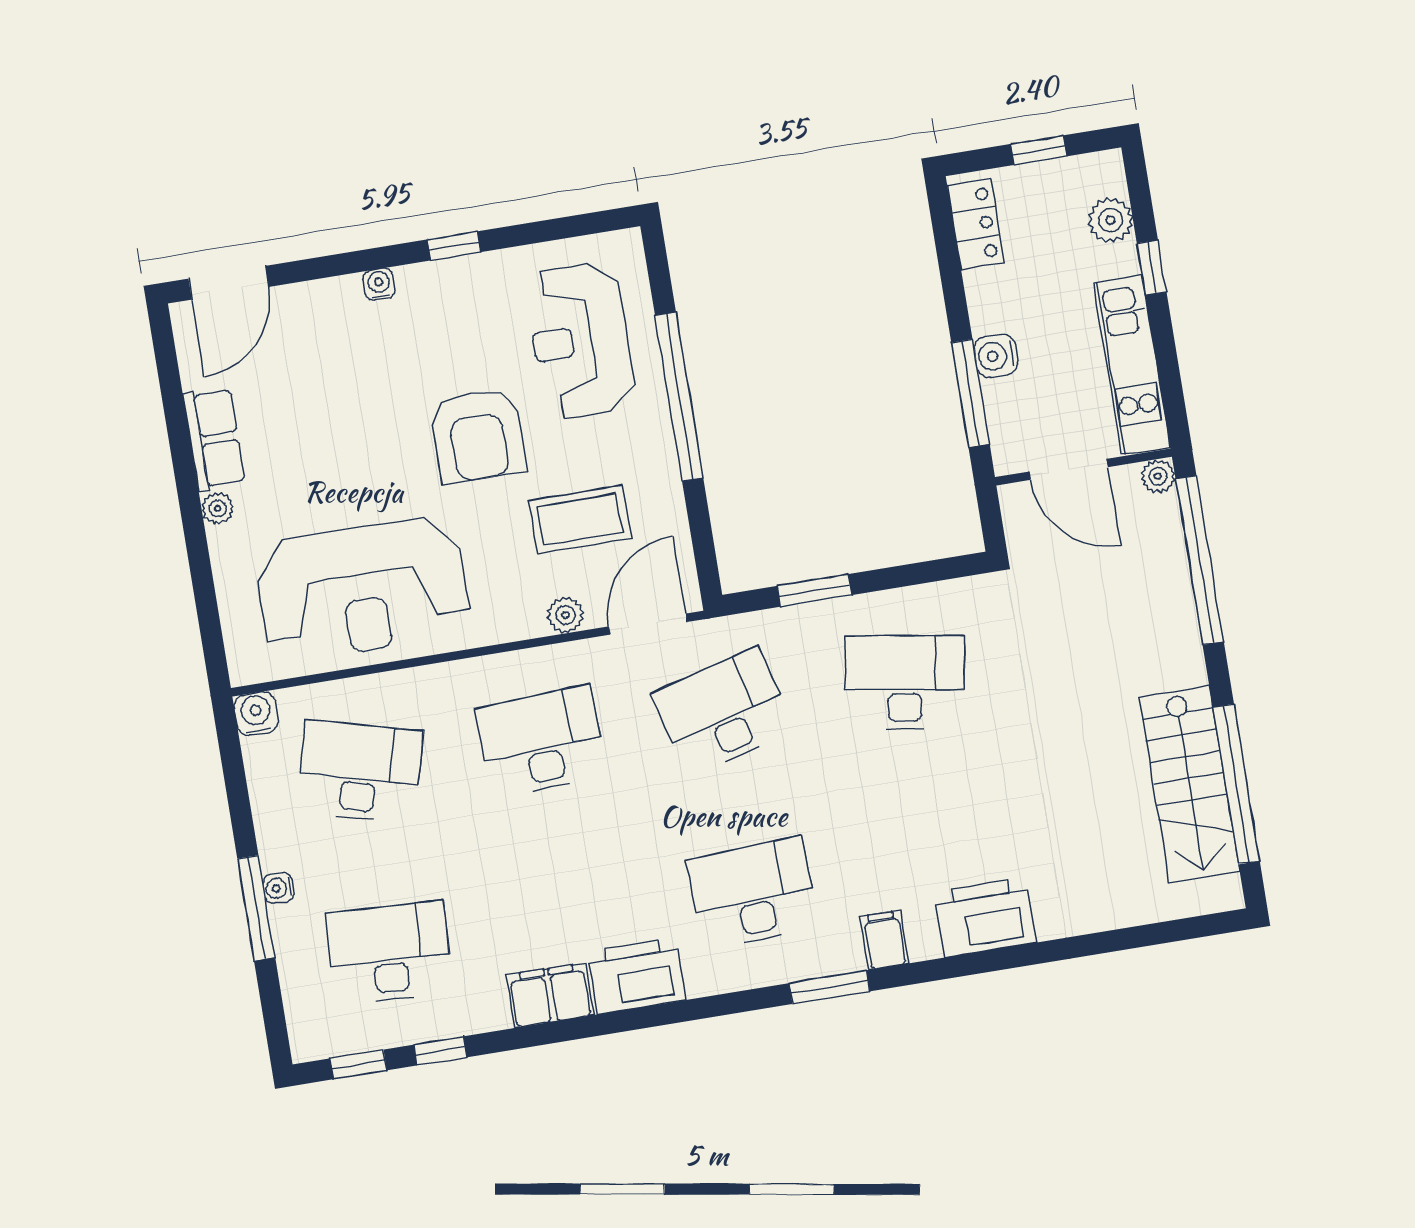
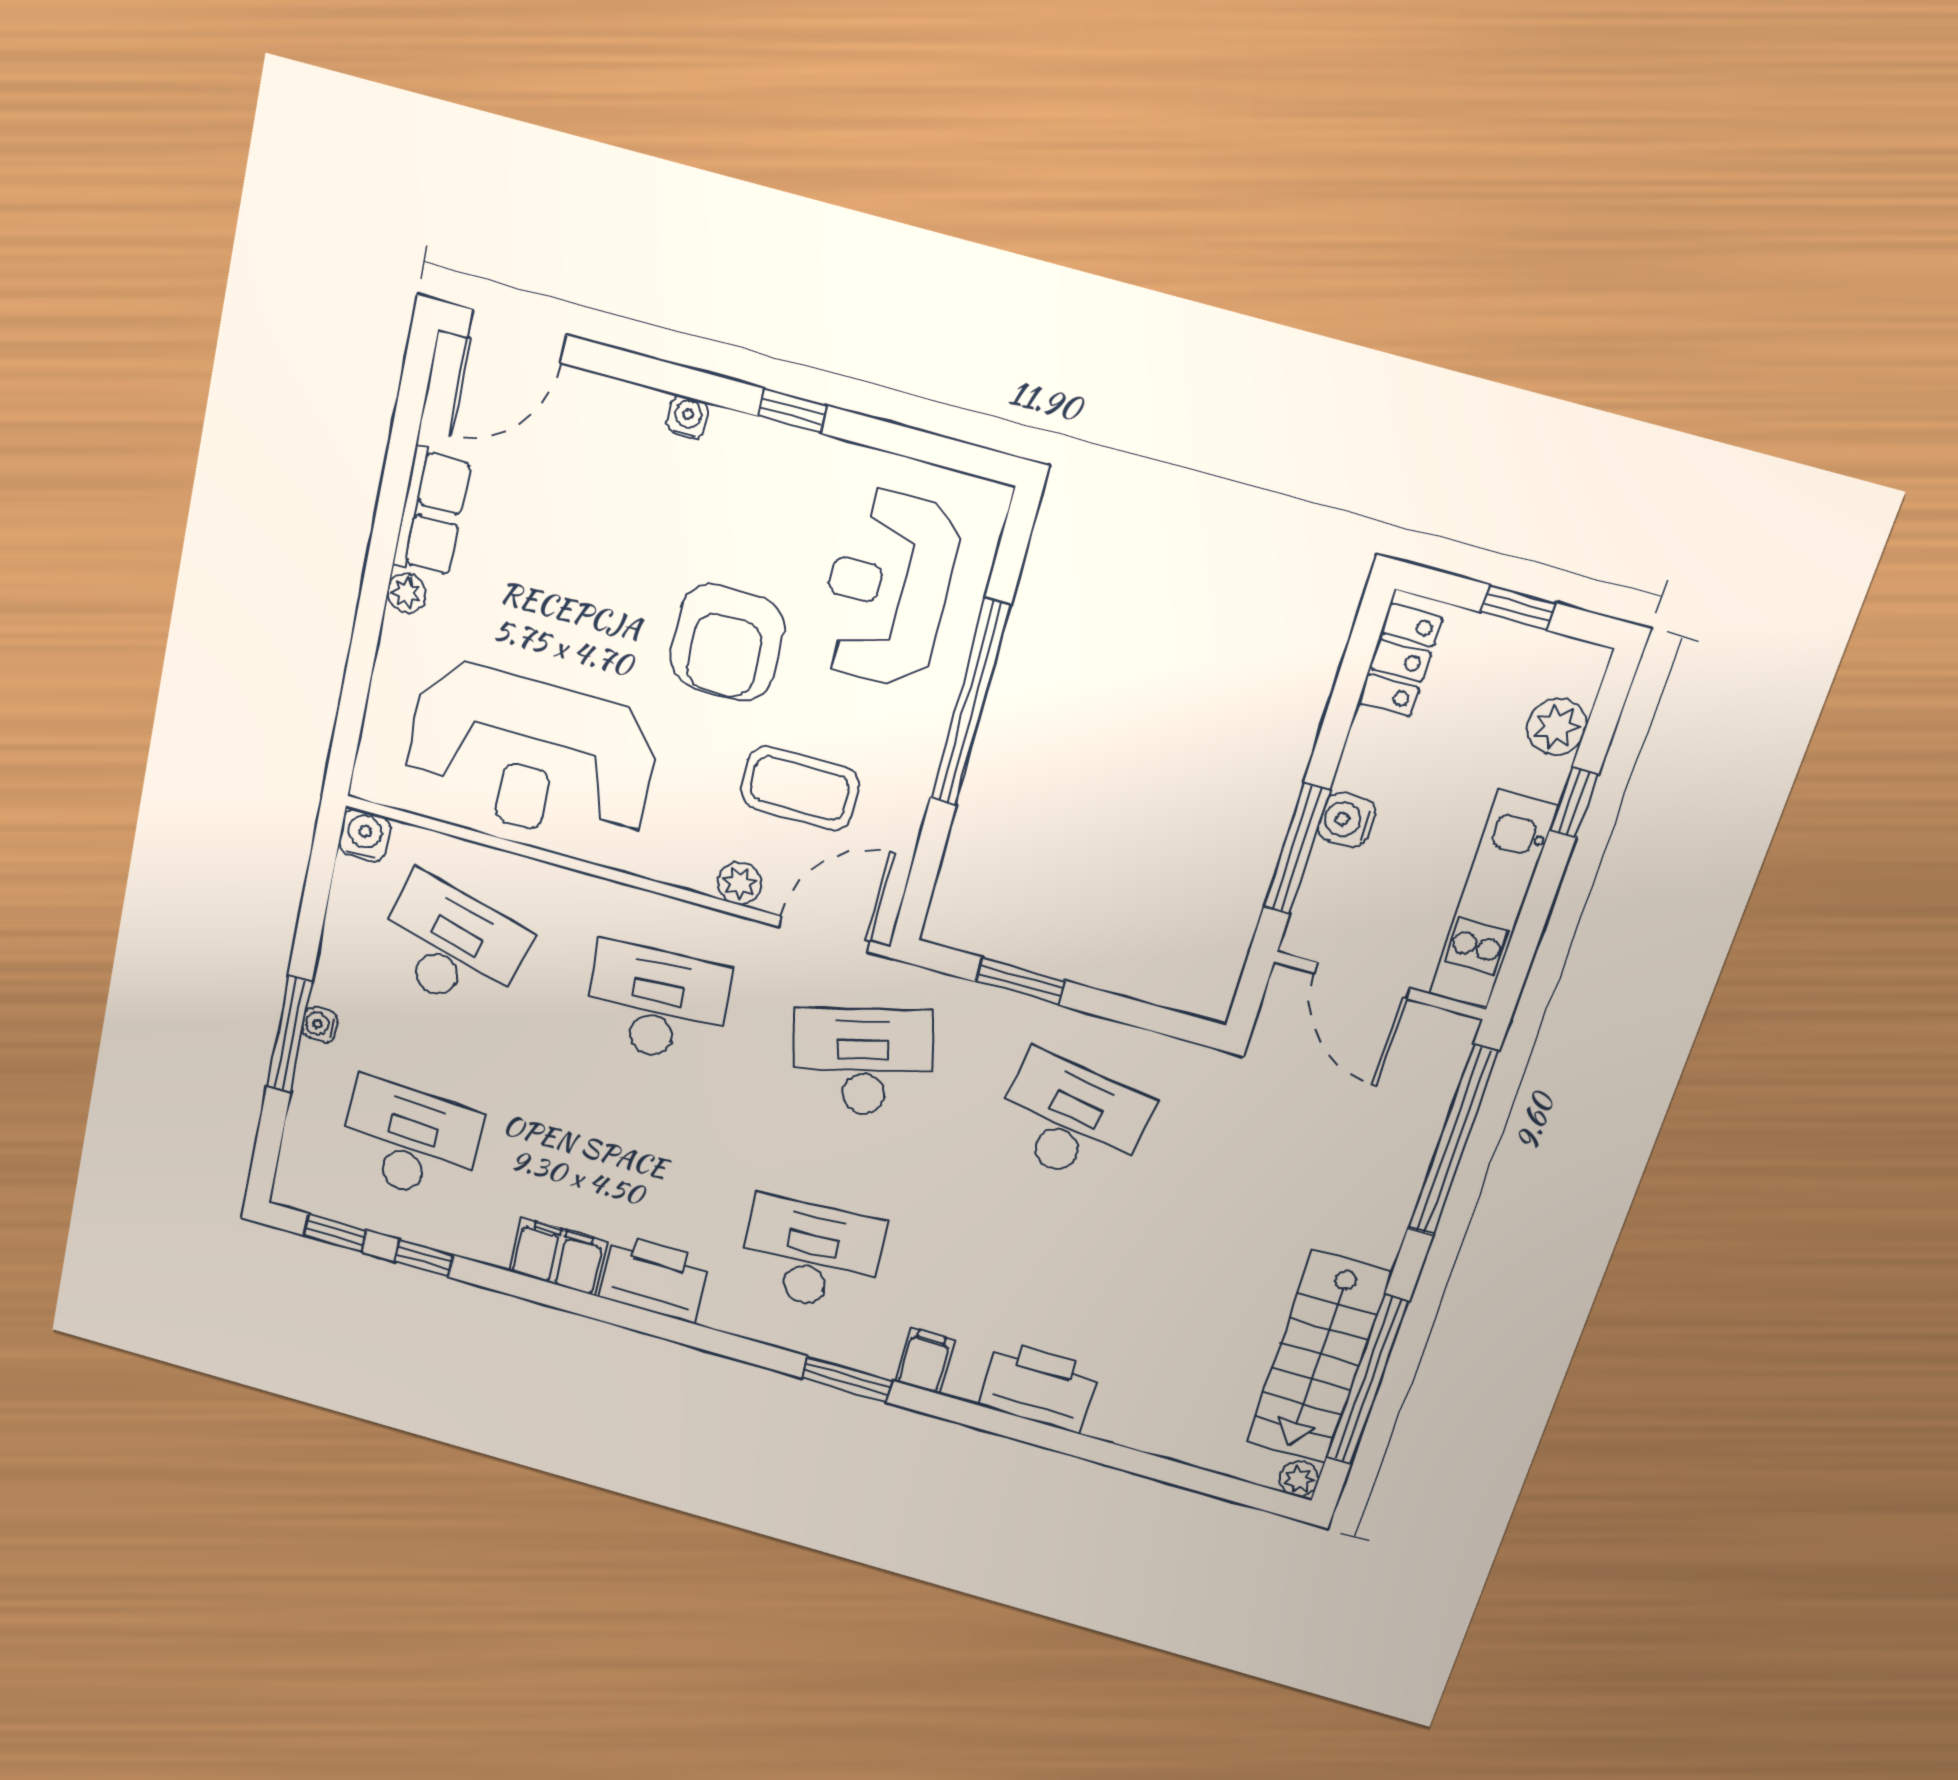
plant: (1158, 476) -> (1299, 1479), moved

